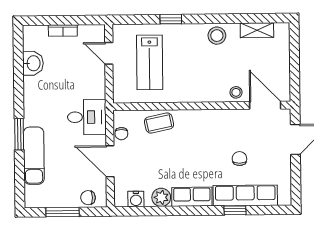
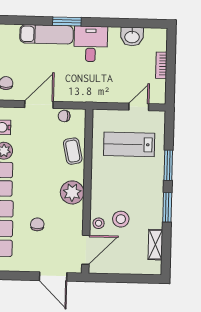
window: (171, 19) -> (168, 165), width x1.50
window: (216, 19) -> (167, 207), added
stool: (217, 36) -> (121, 219), moved
desk: (87, 117) -> (91, 44), moved, turned 180
plant: (204, 122) -> (72, 192), added
chair: (239, 159) -> (37, 224), turned -90

